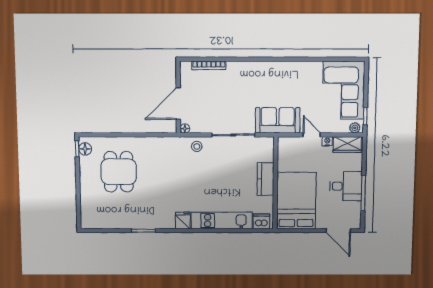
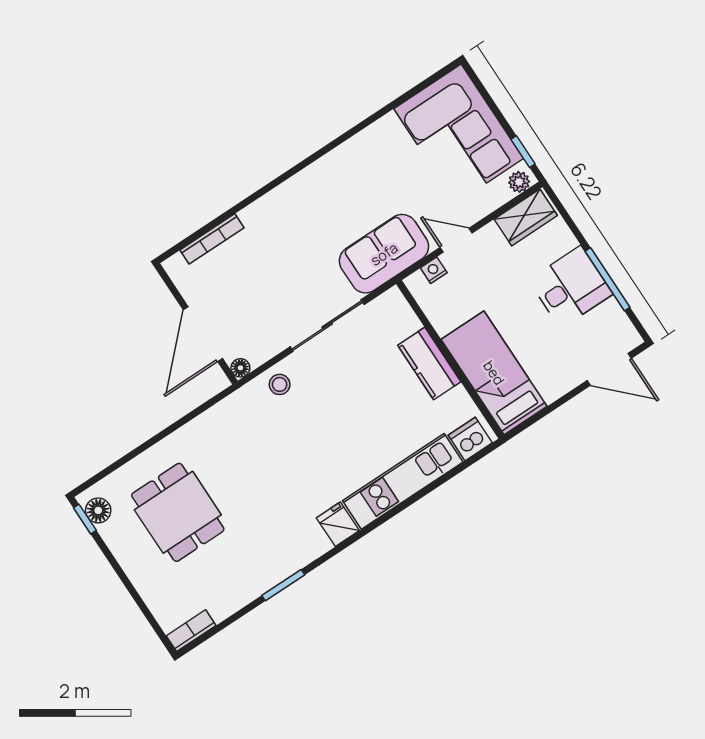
nightstand: (327, 141) -> (434, 270), moved
bed: (296, 201) -> (494, 373), width x0.67
bookcase: (92, 224) -> (191, 631), added

